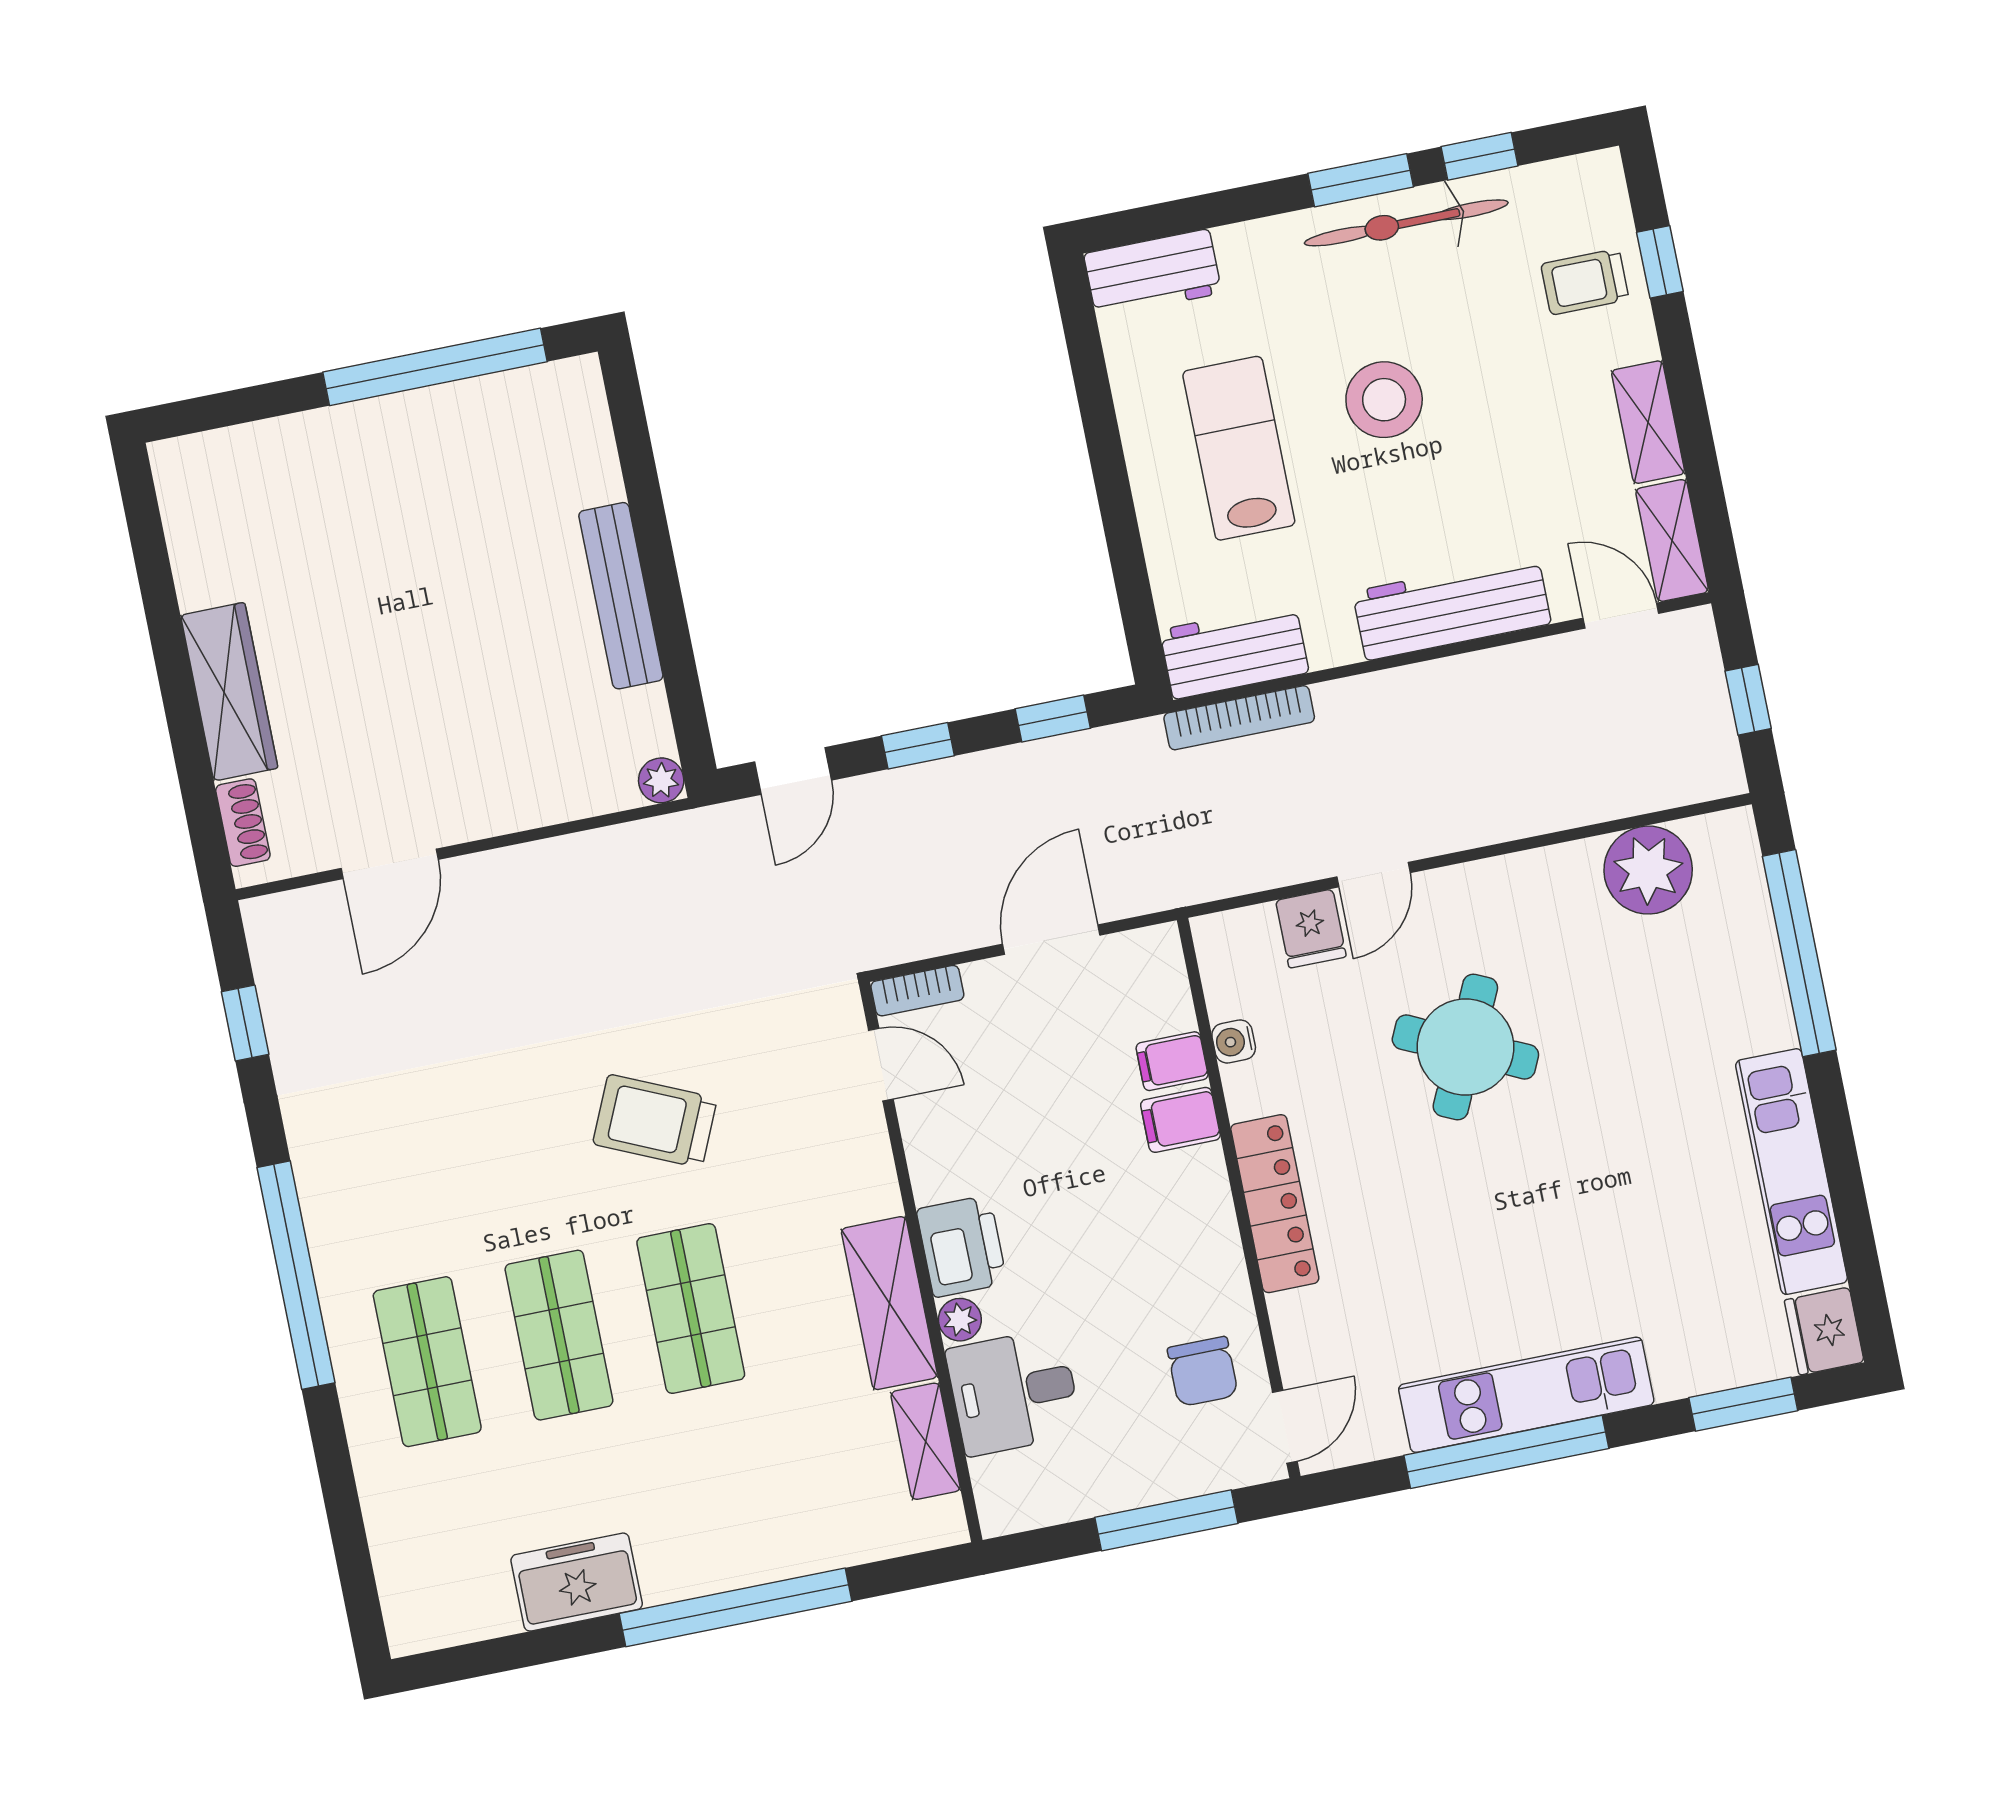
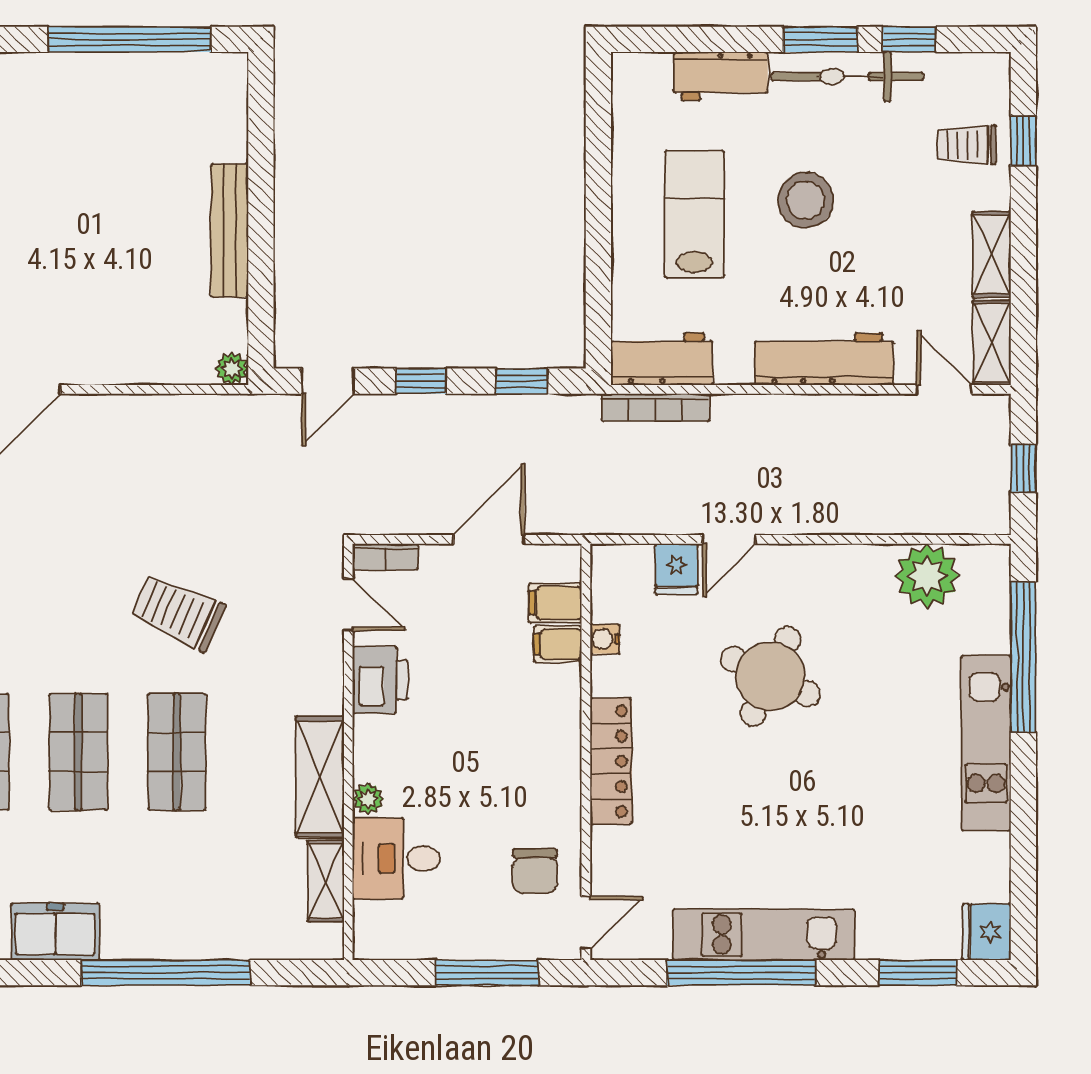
workbench: (1153, 273) -> (721, 76), moved
filing cabinet: (1180, 1120) -> (555, 603), moved
kitchen unit: (1791, 1172) -> (986, 743), moved
printer: (962, 1246) -> (380, 680), moved

